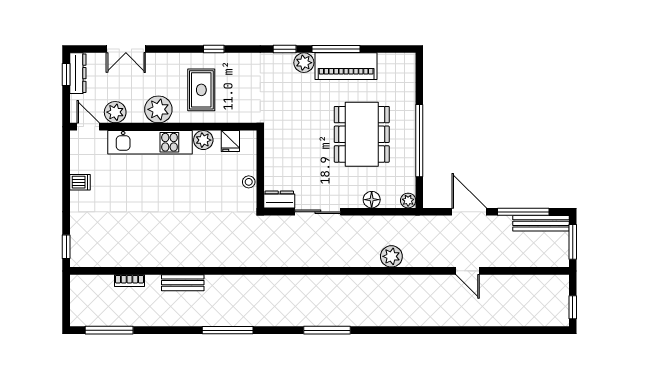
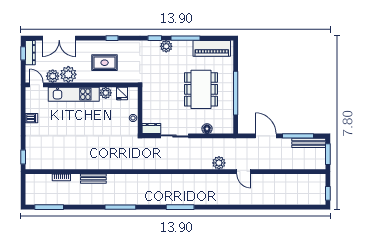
double door: (126, 49) -> (59, 38), width x1.37
piano: (346, 66) -> (212, 48), moved
rug: (201, 90) -> (105, 63), turned 90
plant: (158, 109) -> (68, 74), moved
plant: (408, 201) -> (229, 129), removed
door: (468, 271) -> (244, 172), moved

